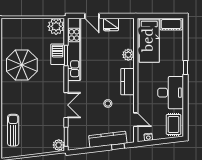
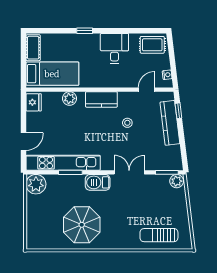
fridge: (111, 24) -> (34, 102), moved
barbecue: (58, 54) -> (98, 182), moved
desk: (171, 93) -> (114, 48), width x0.73

